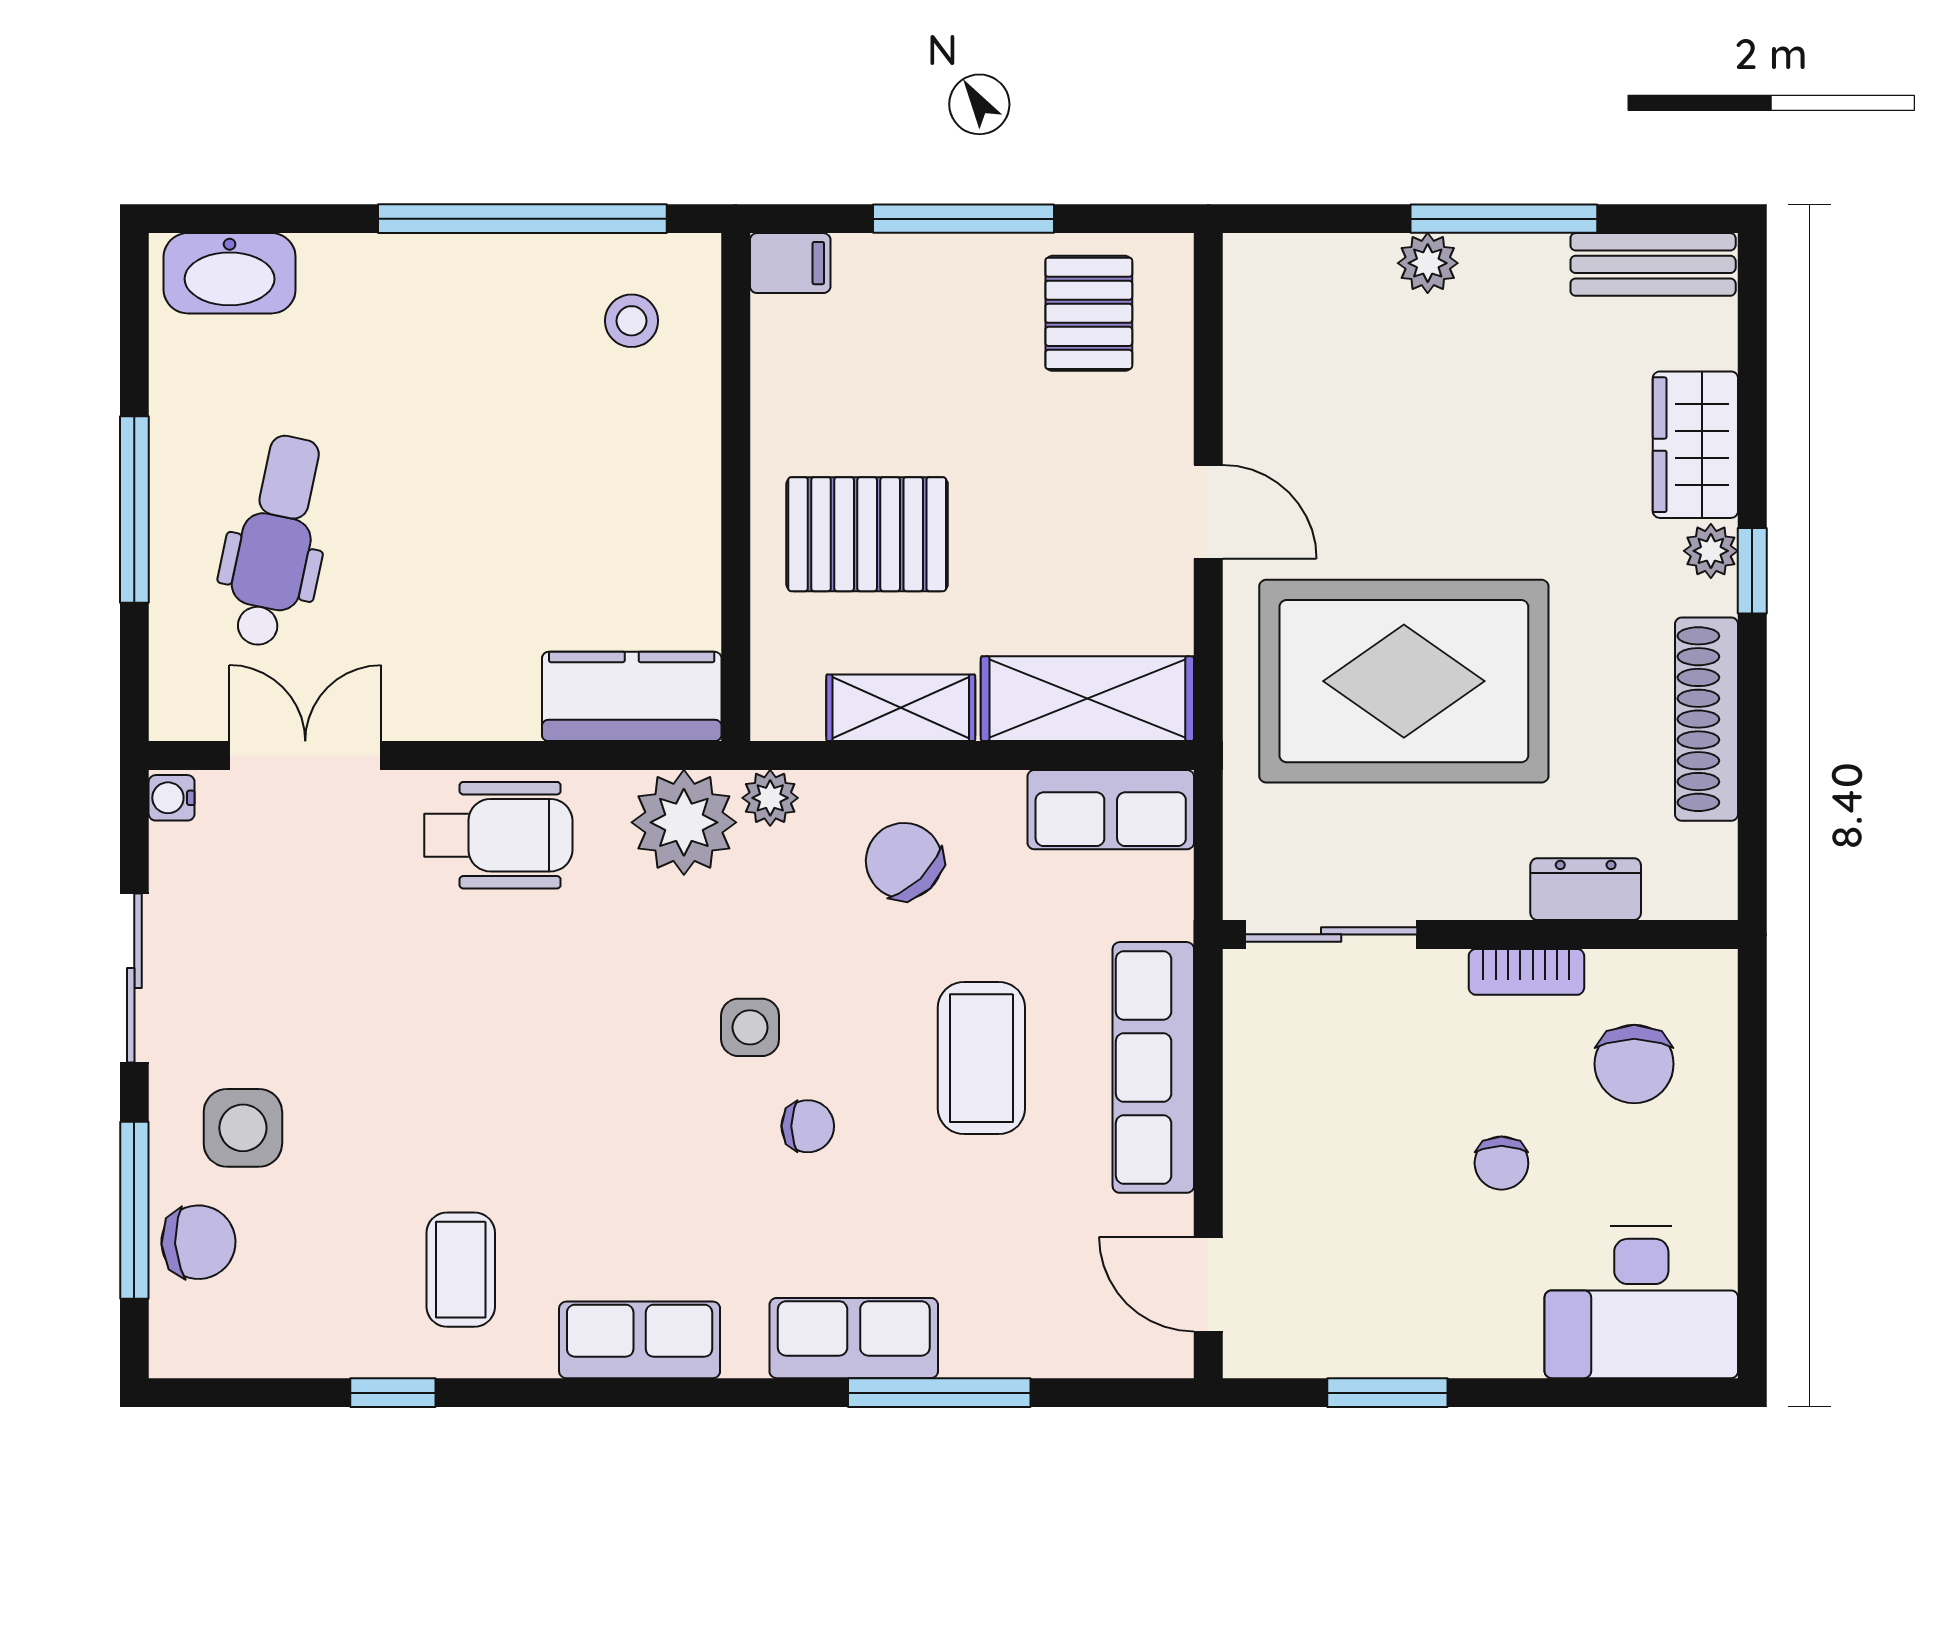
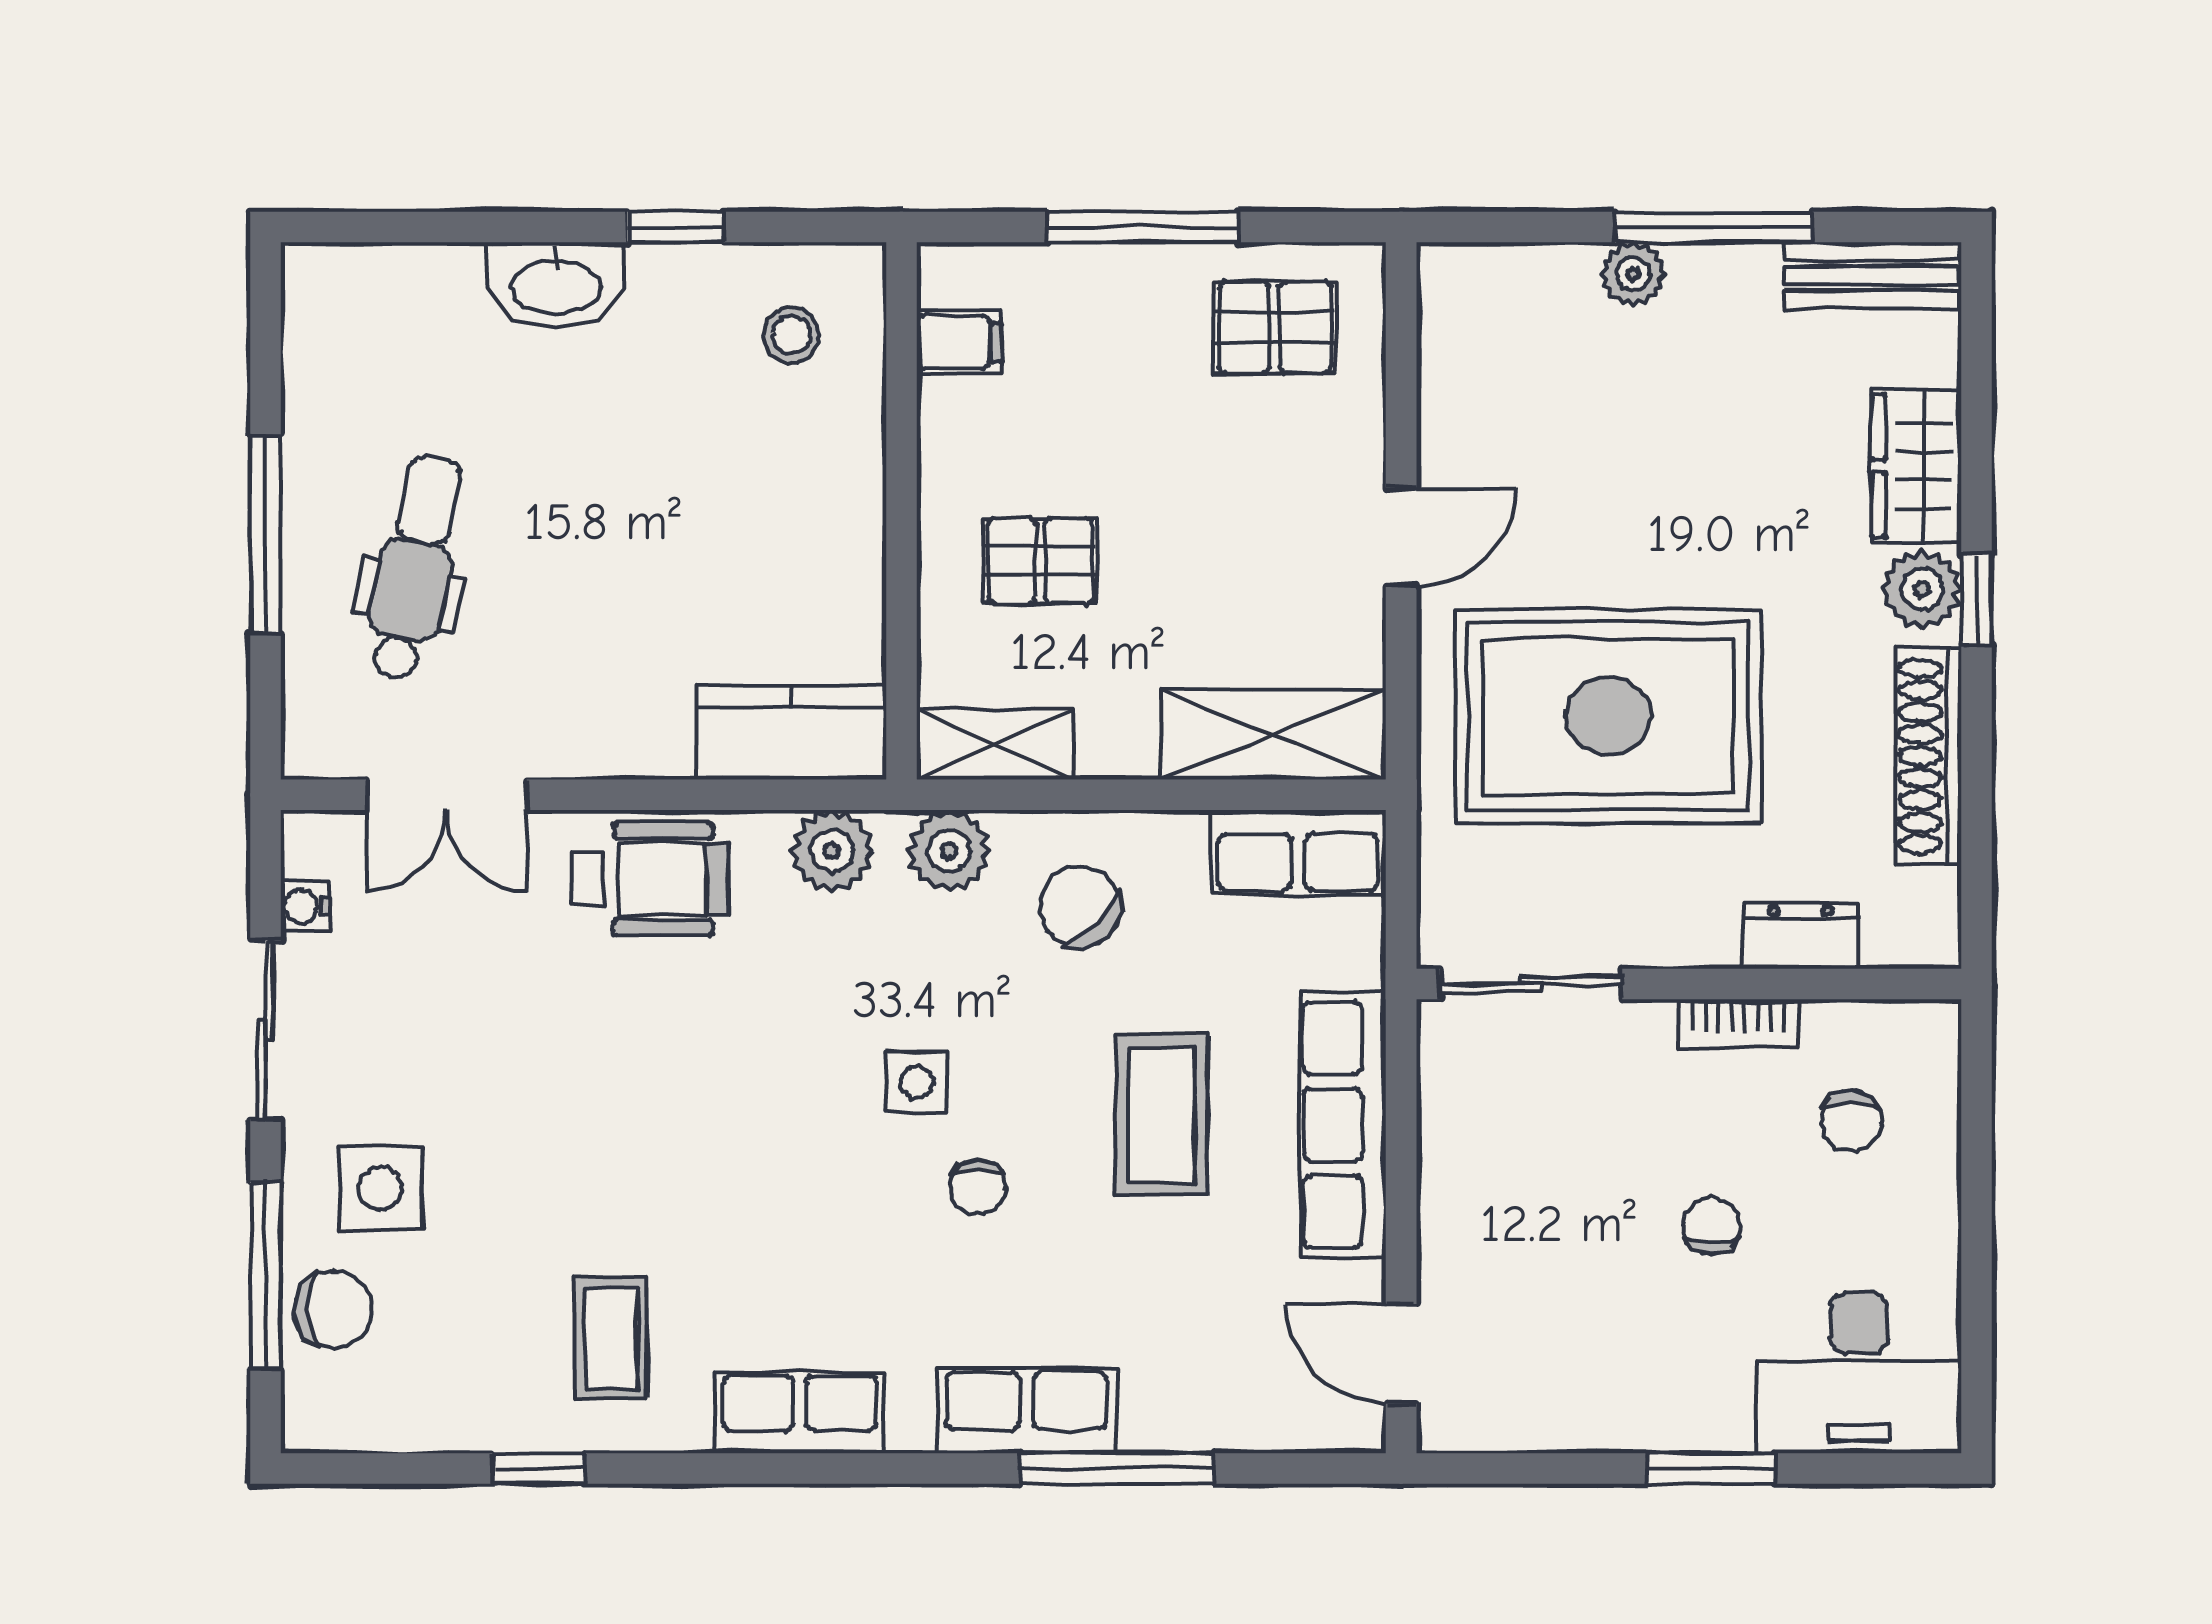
window: (522, 219) -> (676, 227), width x0.32
filing cabinet: (790, 263) -> (959, 342), moved
washbasin: (230, 273) -> (556, 285), moved
pallet: (1089, 313) -> (1275, 327), turned 90
door: (1208, 512) -> (1401, 537), hinge flipped
pallet: (867, 534) -> (1040, 561), width x0.67, depth x0.71
plant: (1711, 551) -> (1922, 589), width x1.38, depth x1.38
shelving: (901, 708) -> (995, 744), moved
double door: (305, 756) -> (446, 795), swing flipped
water cooler: (172, 798) -> (305, 906), moved
plant: (770, 798) -> (949, 851), width x1.38, depth x1.38
plant: (684, 822) -> (832, 851), width x0.73, depth x0.73
chair: (1634, 1064) -> (1852, 1121), width x0.73, depth x0.73
chair: (808, 1126) -> (978, 1187), turned 90
chair: (1501, 1163) -> (1711, 1226), turned 180
window: (1387, 1393) -> (1711, 1469), moved

